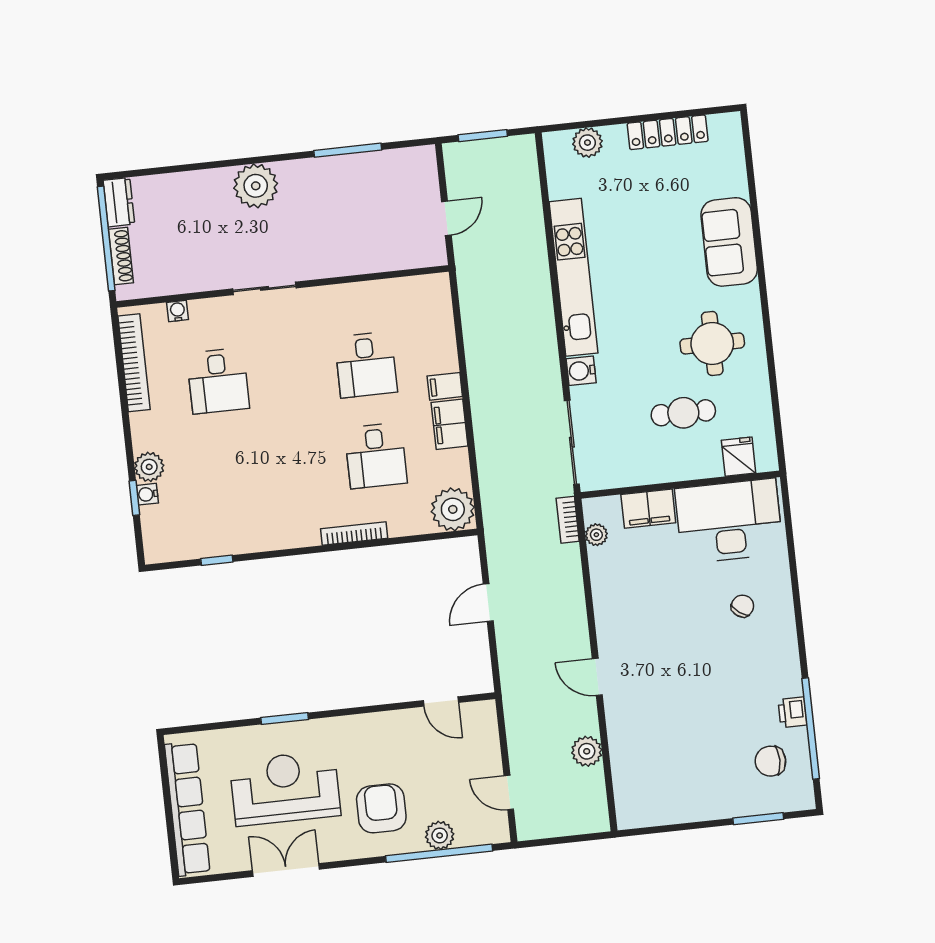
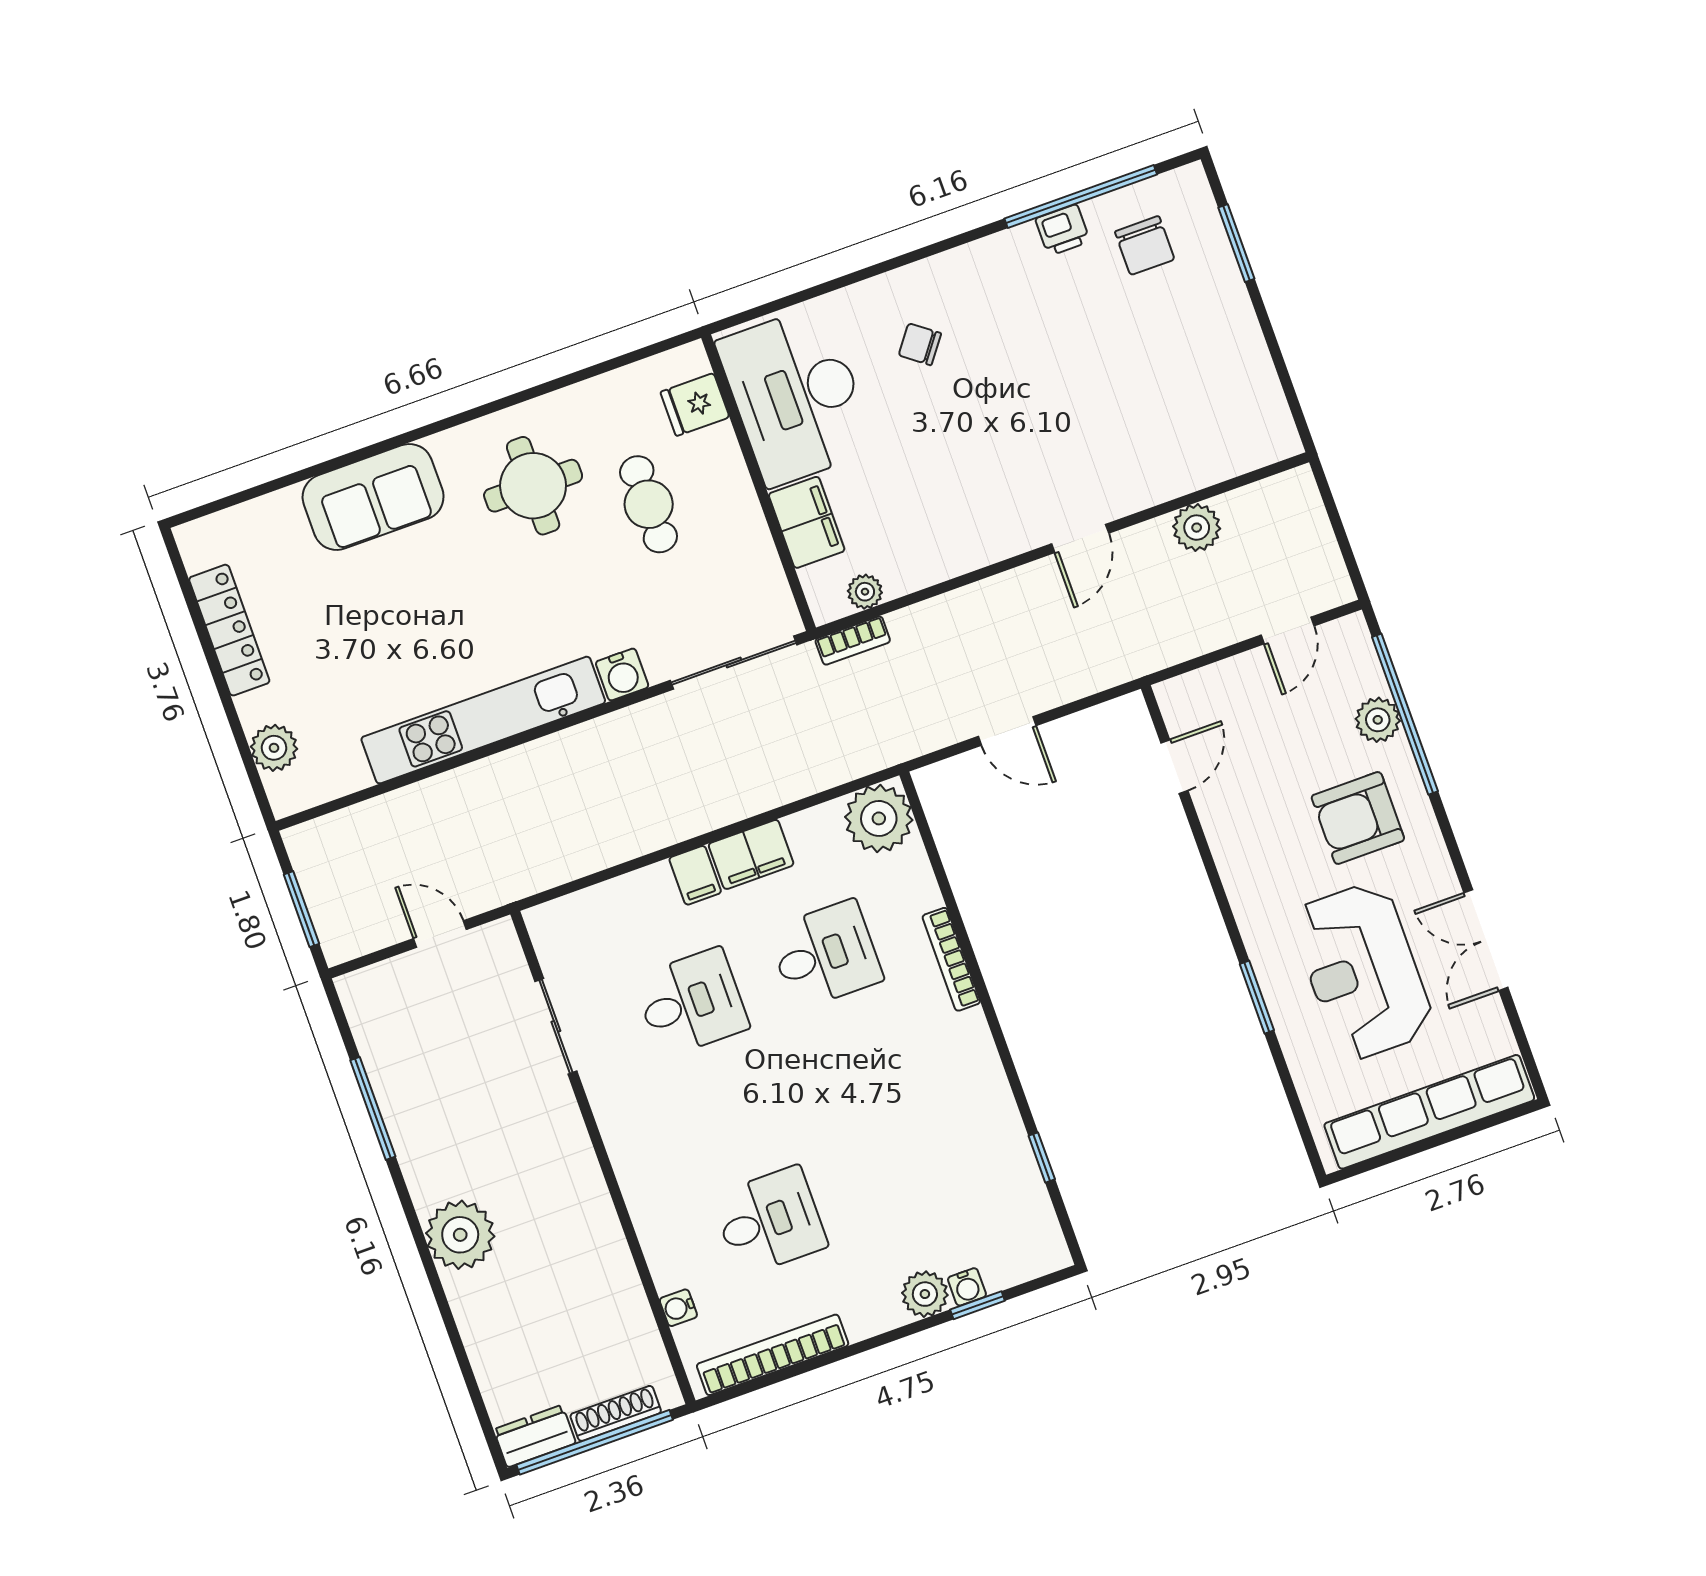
sliding door: (265, 288) -> (556, 1026), moved

